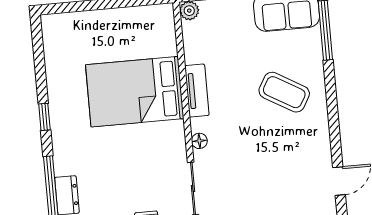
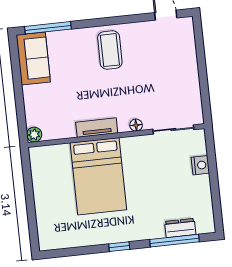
coffee table: (284, 92) -> (110, 50), moved, turned -30

